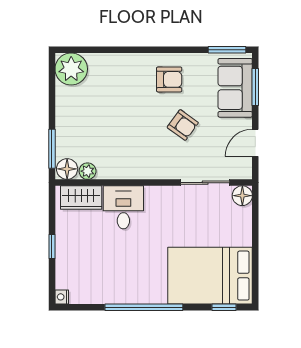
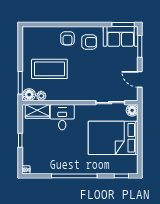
plant: (71, 69) -> (32, 36), removed
sofa: (235, 88) -> (121, 36), moved, turned -90
coffee table: (102, 125) -> (49, 69), added
armchair: (183, 125) -> (67, 38), moved, turned 54
door: (255, 143) -> (140, 79), hinge flipped
bed: (210, 276) -> (113, 138), moved

